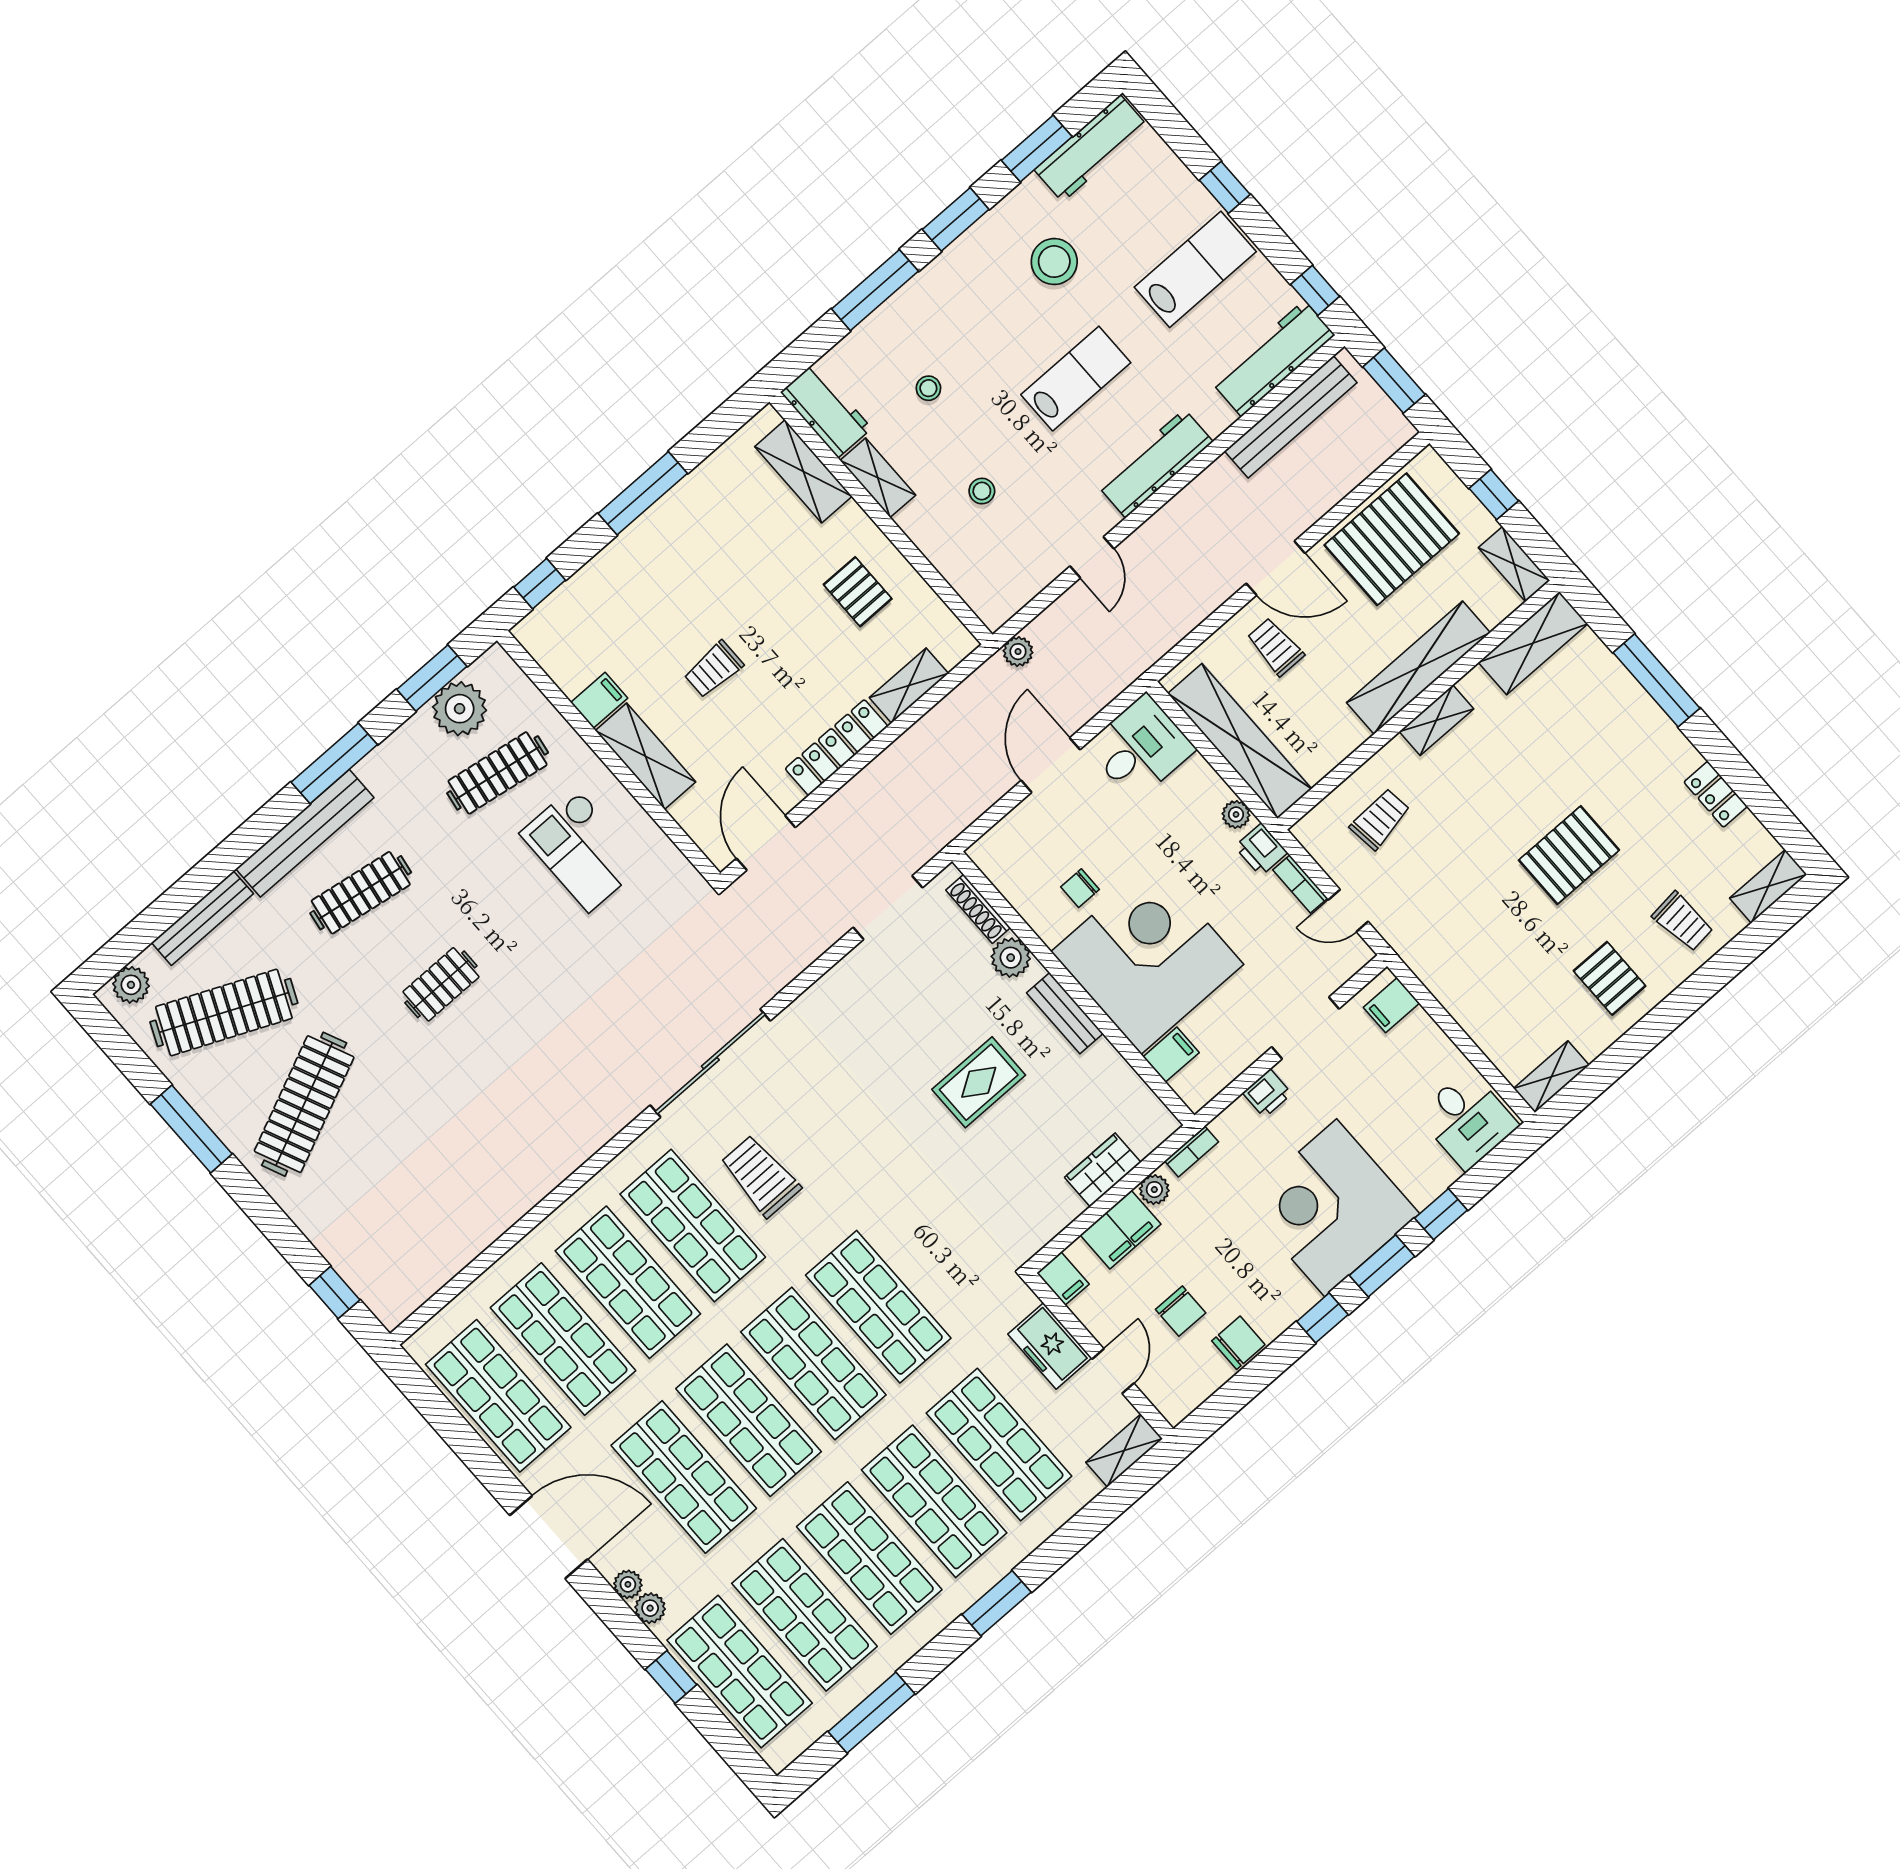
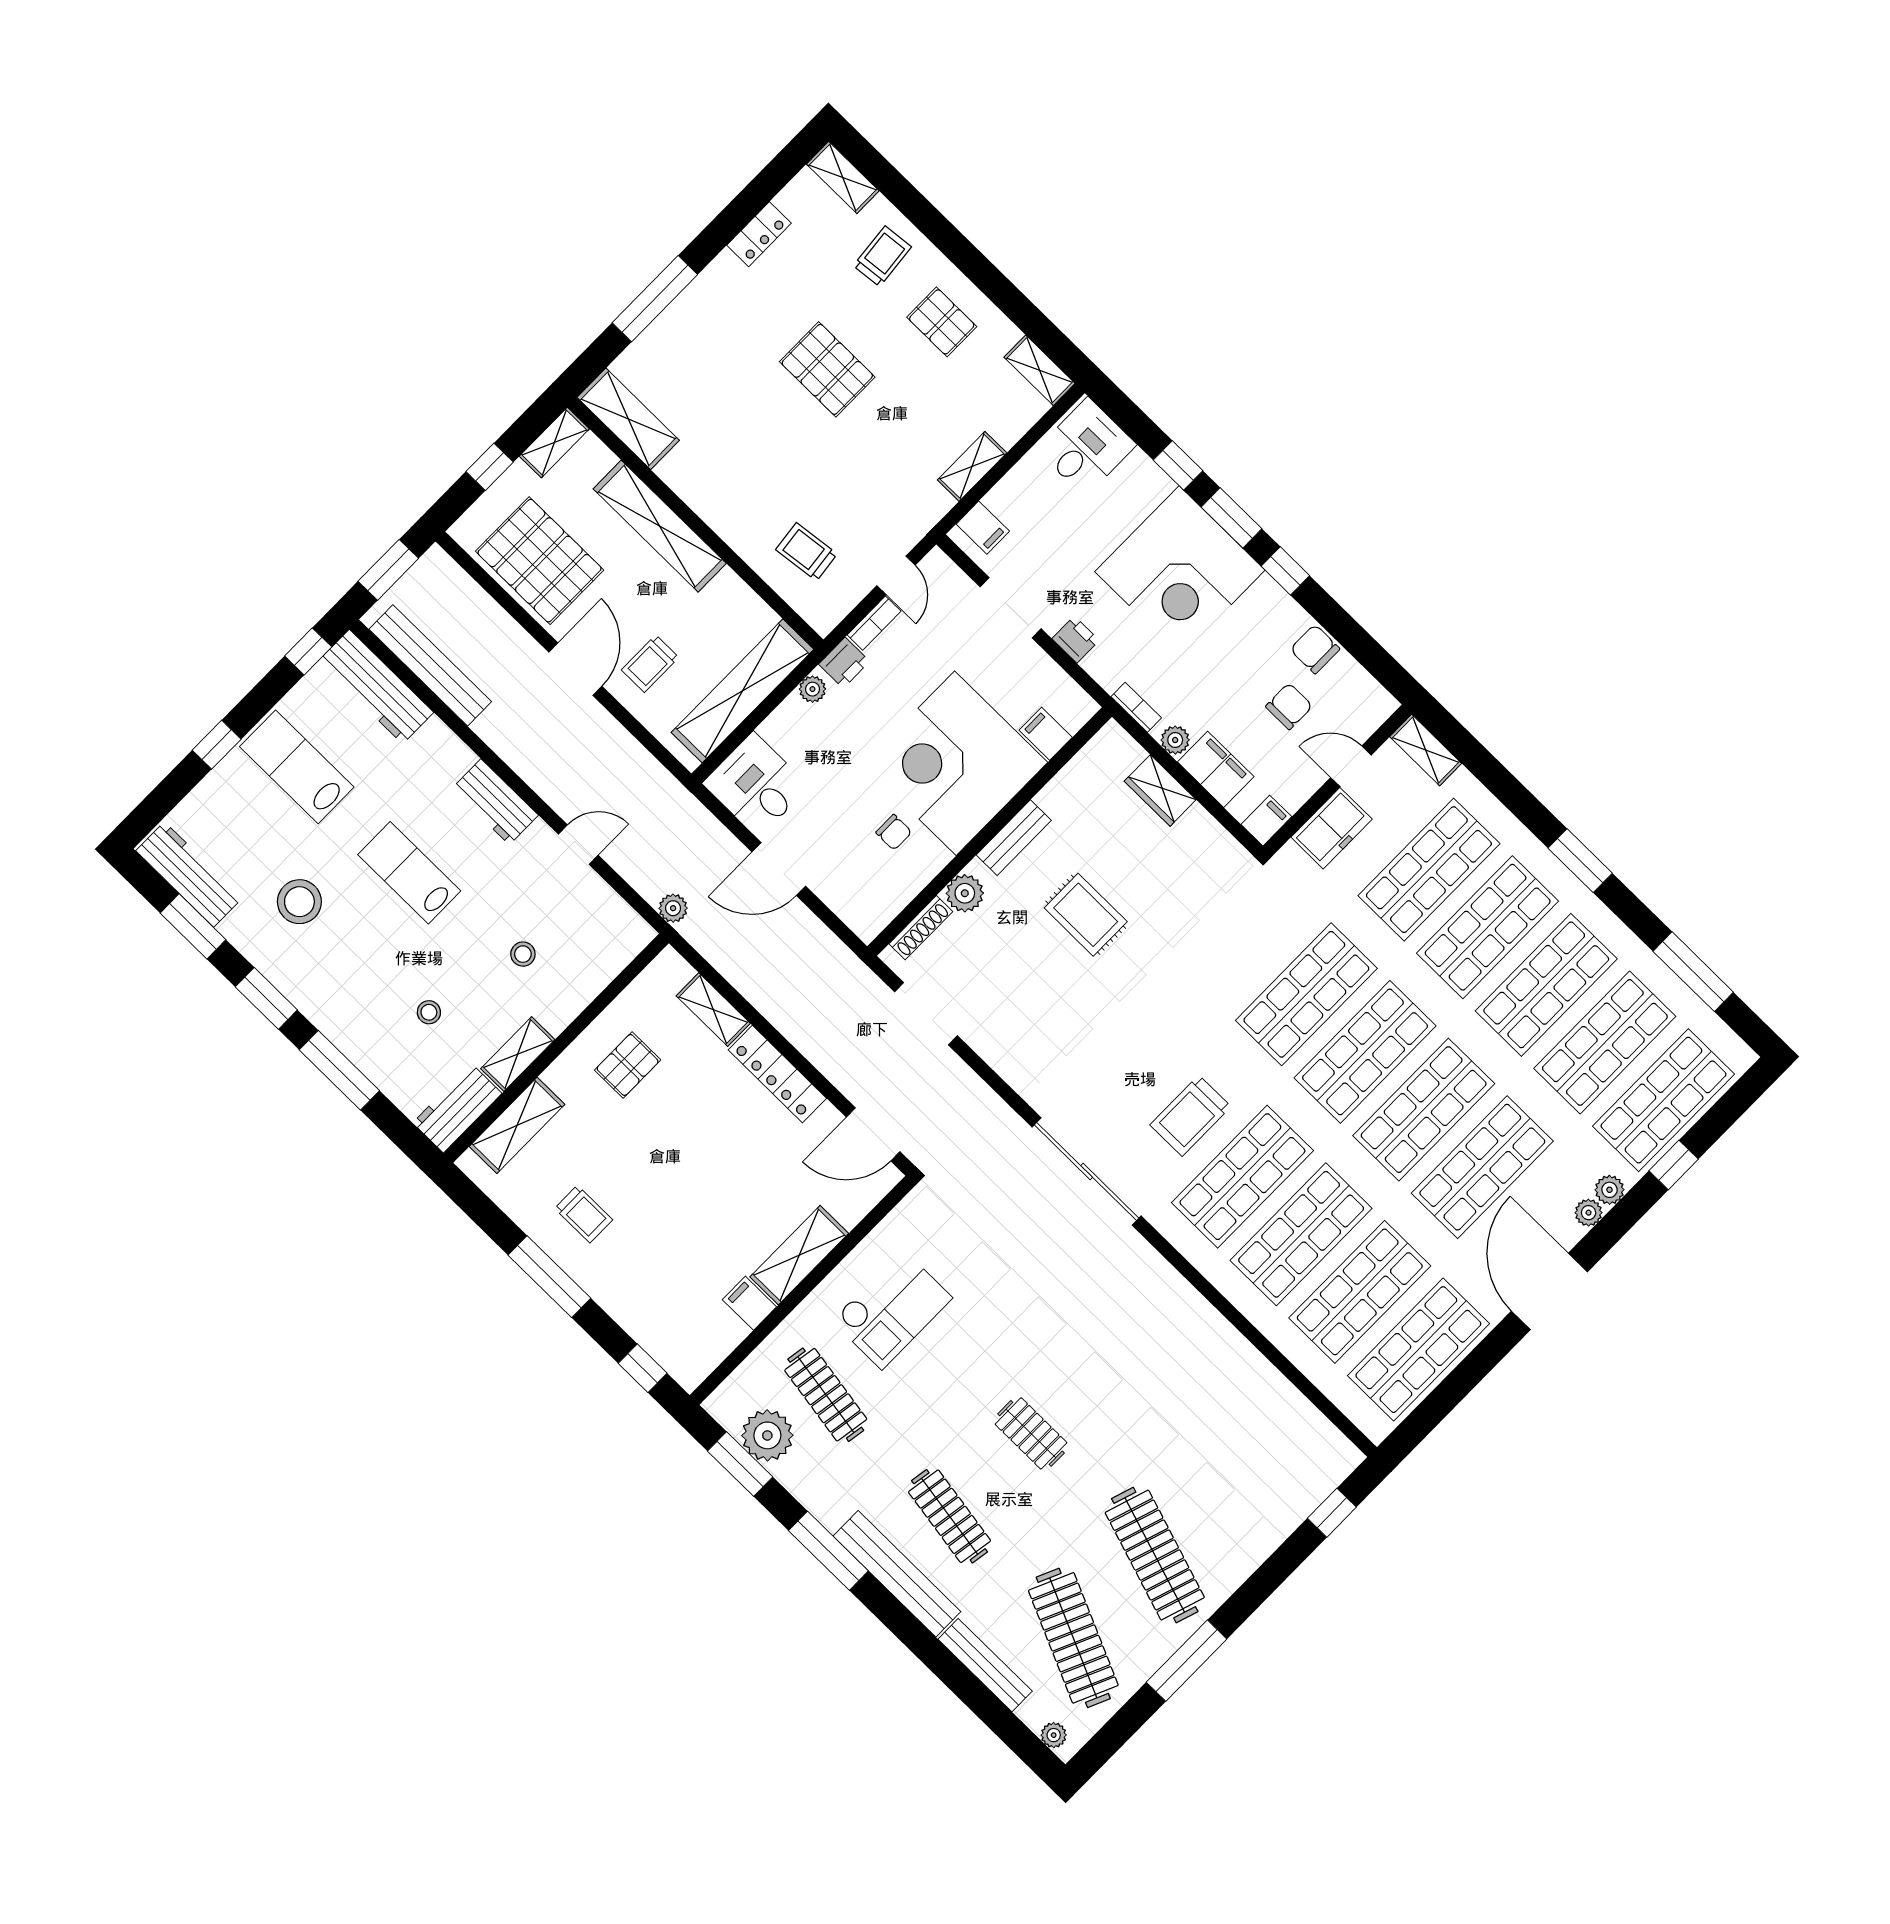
workbench: (1155, 464) -> (495, 802), width x0.73
trolley: (714, 669) -> (584, 1214), moved
shelving: (1436, 720) -> (972, 466), moved, turned 90
pallet: (1610, 978) -> (942, 322), turned 90
plant: (131, 985) -> (1054, 1735), width x0.73, depth x0.73
clothes rail: (304, 1104) -> (1155, 1555), turned 42

